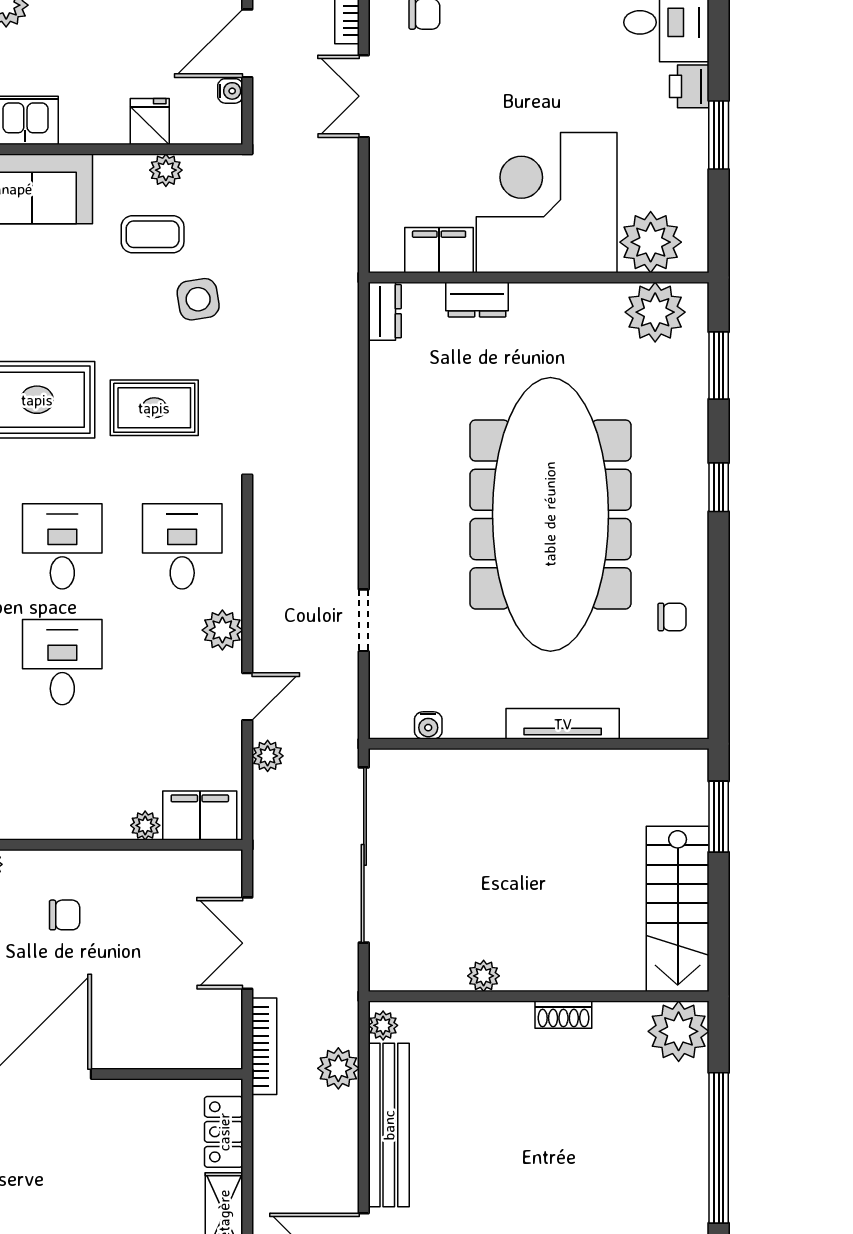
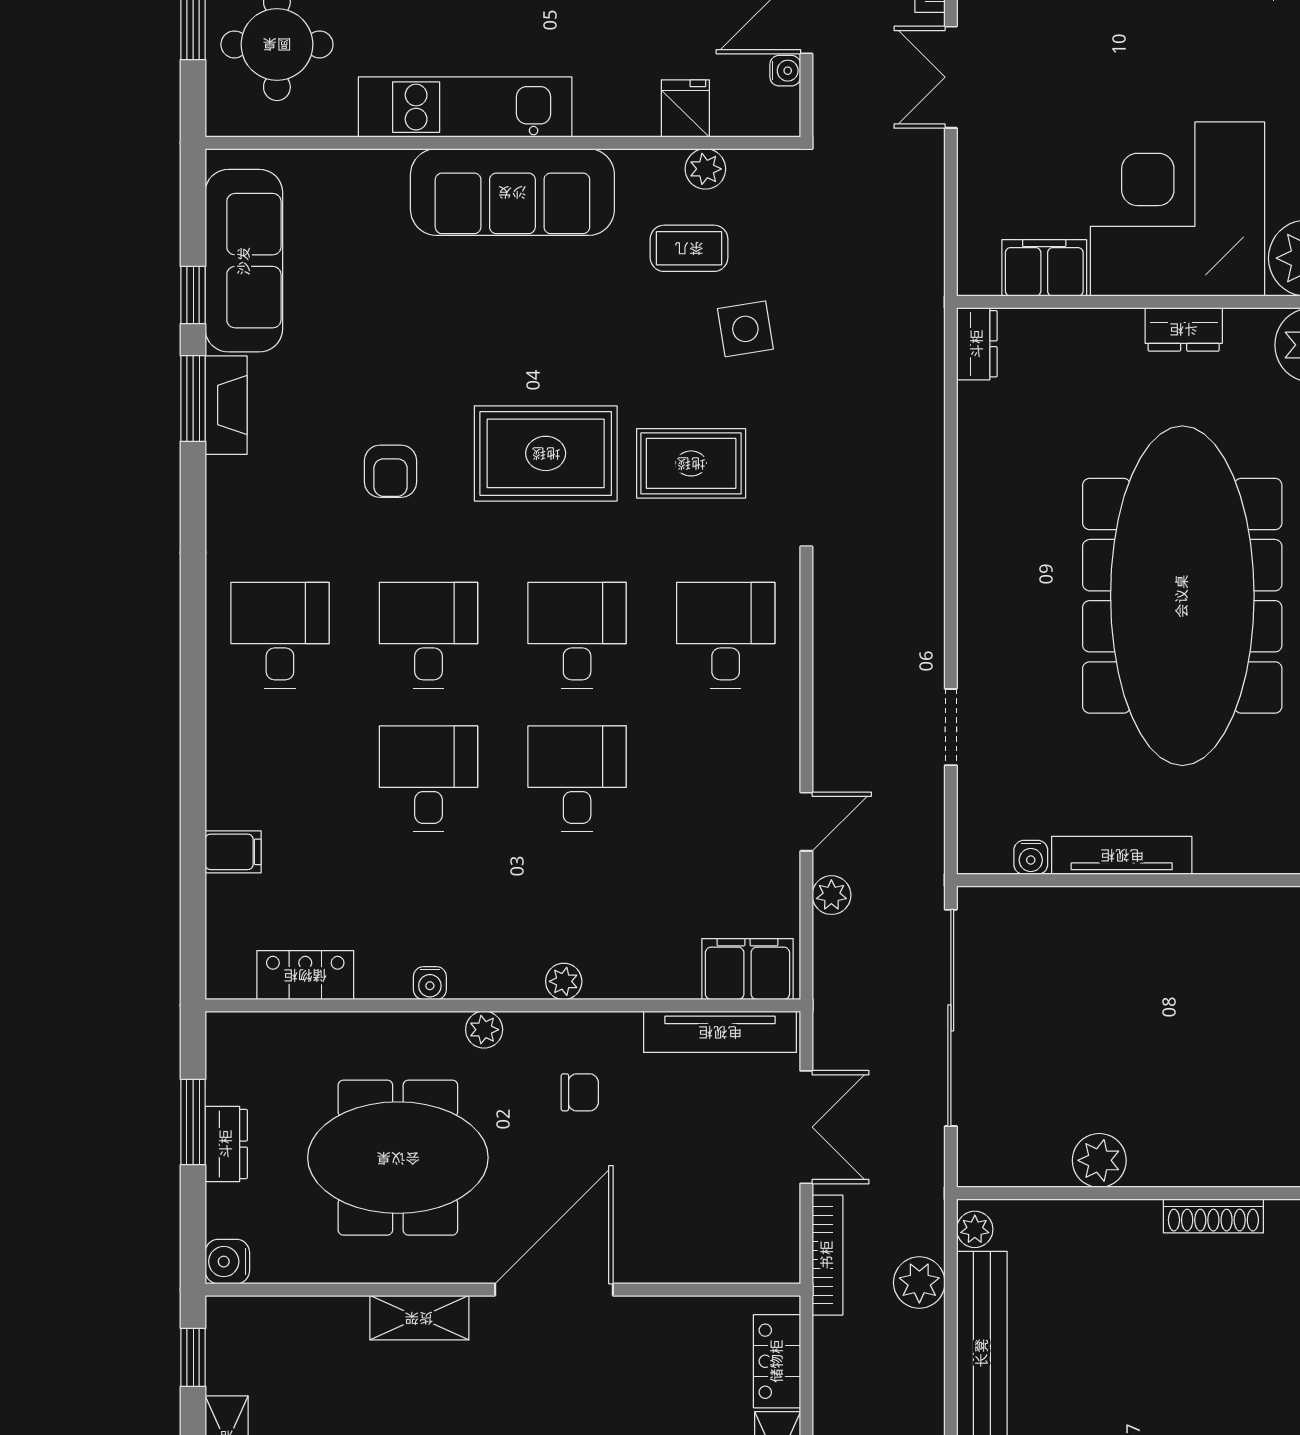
dresser: (477, 300) -> (1184, 329), moved
plant: (222, 630) -> (775, 739), removed
tv unit: (563, 724) -> (1122, 855), moved
plant: (145, 825) -> (564, 981), moved
tv unit: (178, 866) -> (720, 1032), added
double door: (247, 943) -> (806, 1127), swing flipped
plant: (484, 976) -> (1099, 1160), width x1.38, depth x1.38
shoe rack: (563, 1015) -> (1213, 1216), width x1.43

